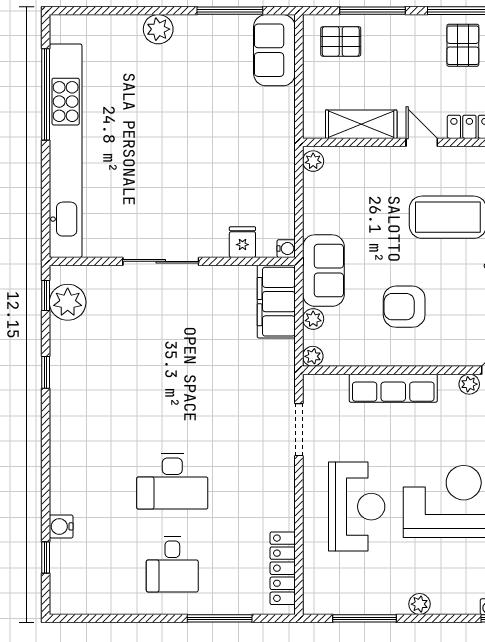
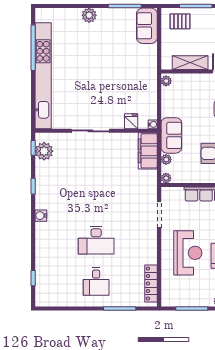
water cooler: (61, 526) -> (41, 216), moved

